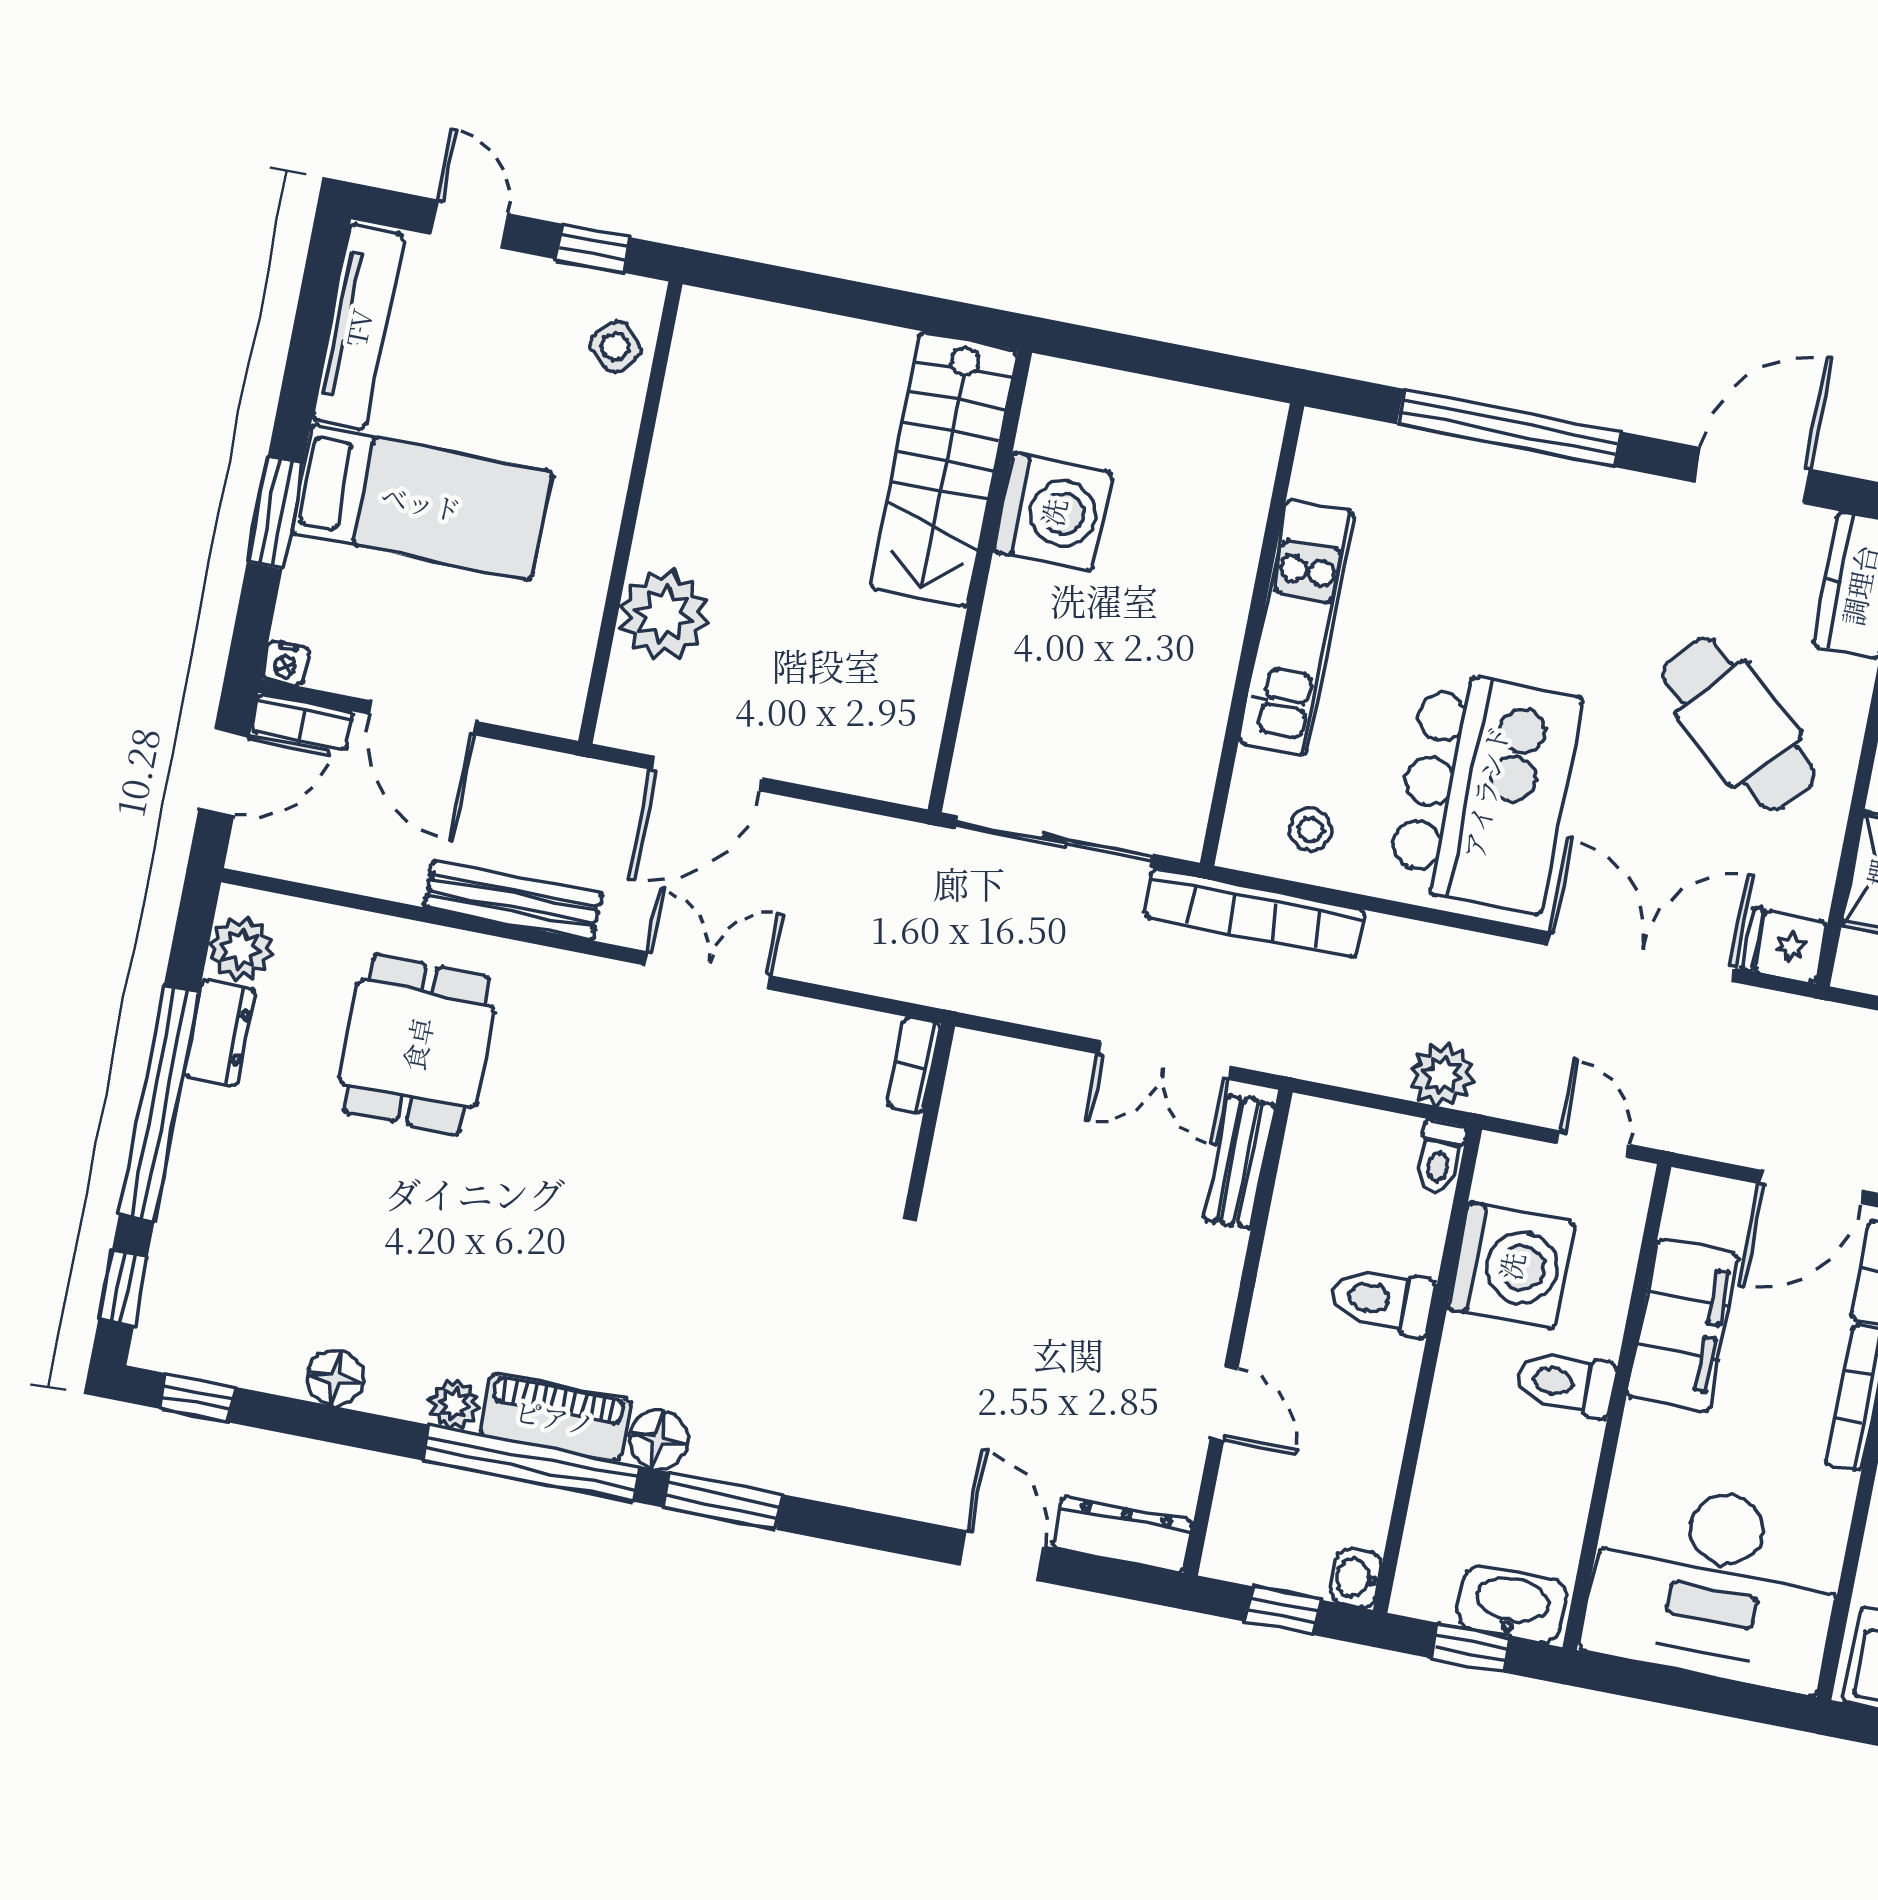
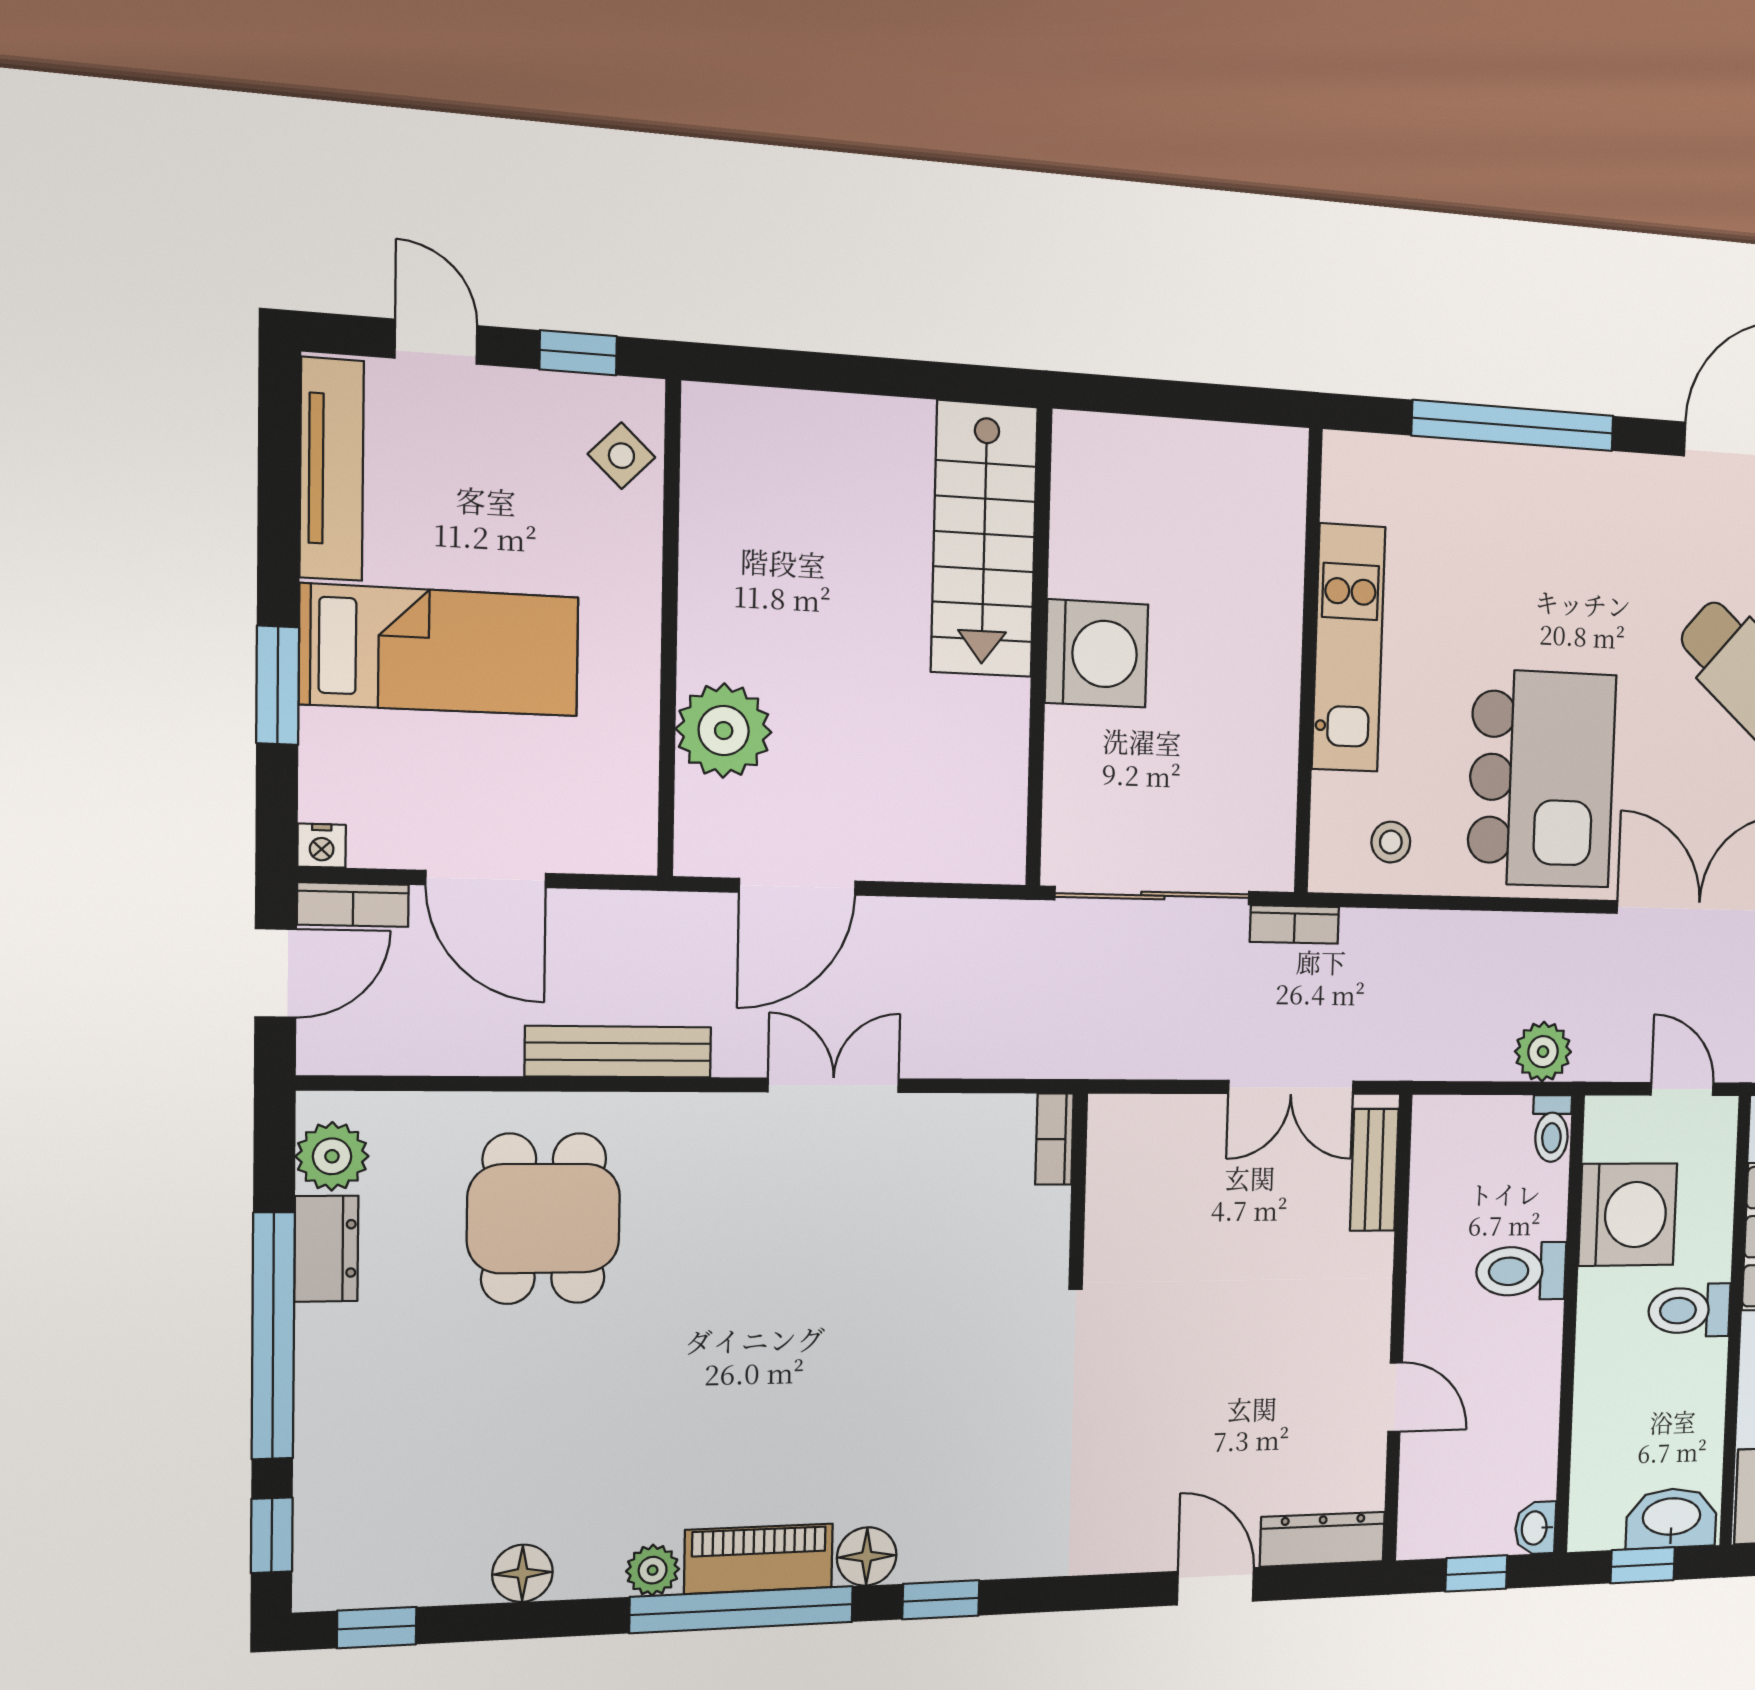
washing machine: (1053, 512) -> (1097, 654), moved
bookcase: (1254, 913) -> (1295, 925), width x0.43, depth x0.76
window: (723, 1501) -> (941, 1600), width x0.67

